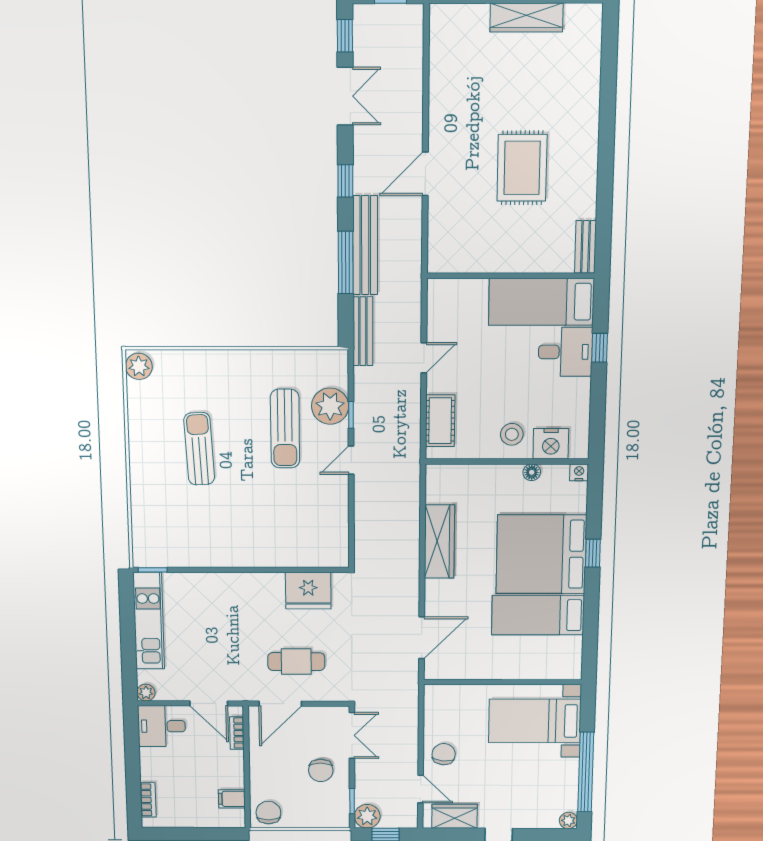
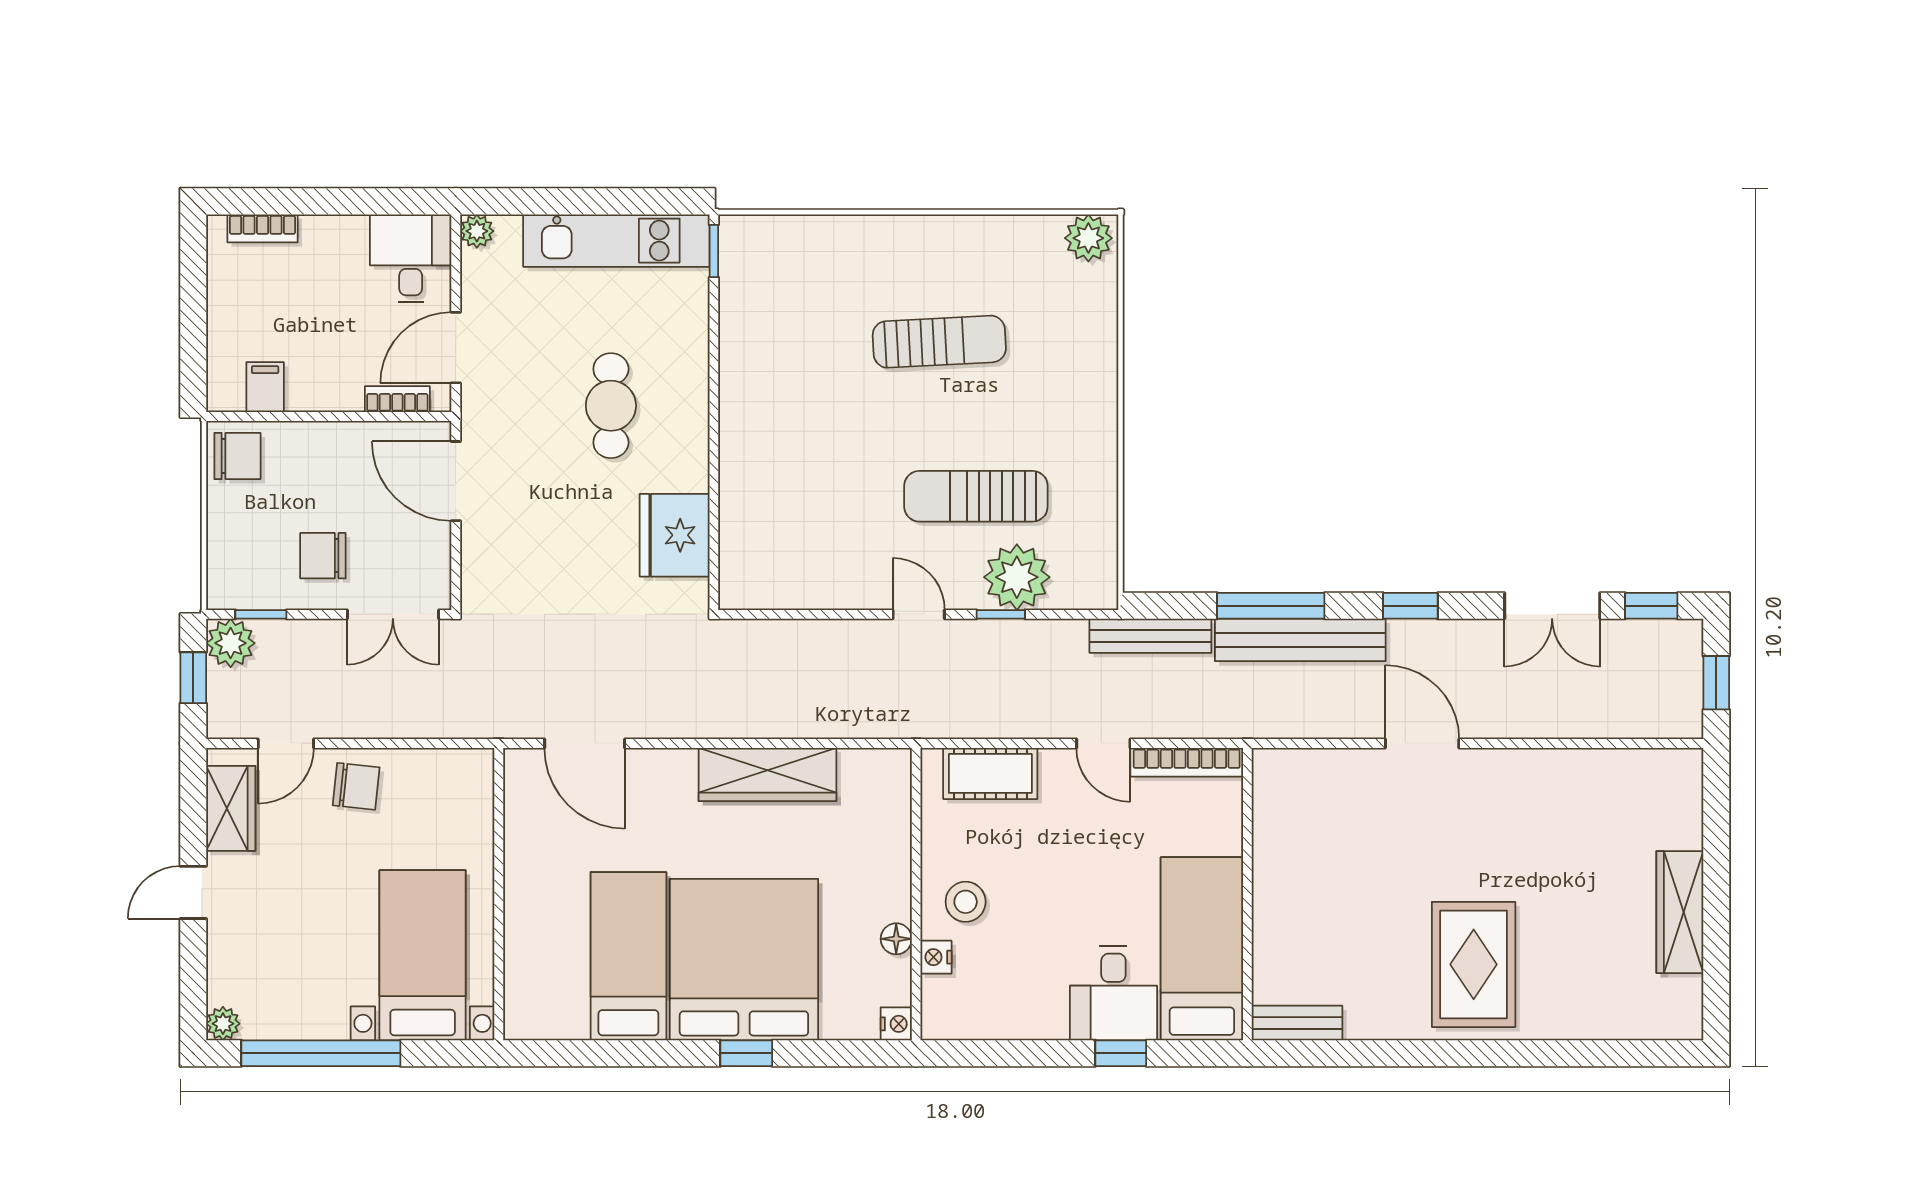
rug: (522, 168) -> (1474, 964), moved, turned 90
bookcase: (435, 311) -> (1187, 762), added
nightstand: (551, 444) -> (936, 957), width x0.53, depth x0.56
cafe table: (296, 662) -> (611, 406), moved

